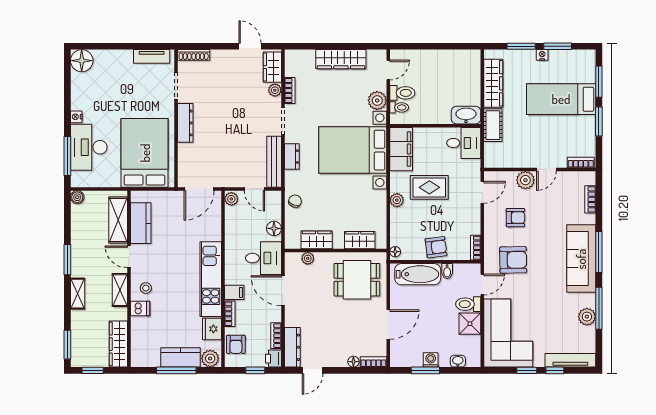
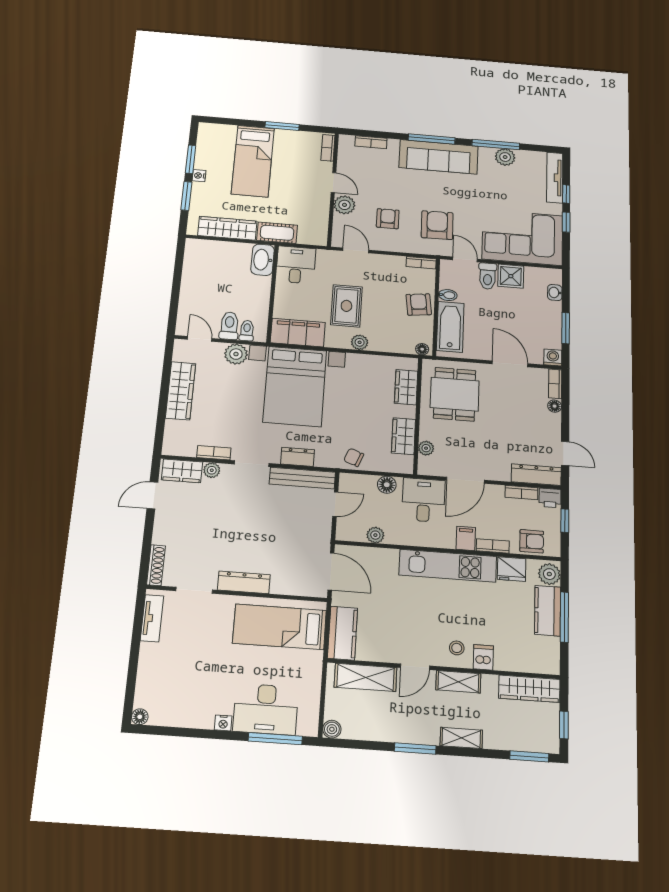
floor lamp: (82, 61) -> (140, 717), width x0.53, depth x0.53
window: (599, 82) -> (236, 122), removed
bed: (145, 153) -> (280, 627), width x0.67
plant: (231, 199) -> (375, 535), moved
kitchen counter: (141, 223) -> (343, 633), moved, turned 90
washing machine: (431, 360) -> (553, 358), moved, turned 90

